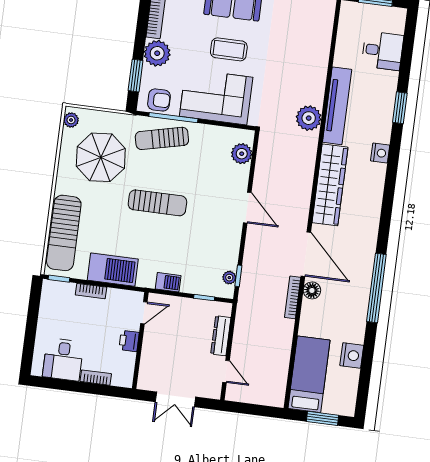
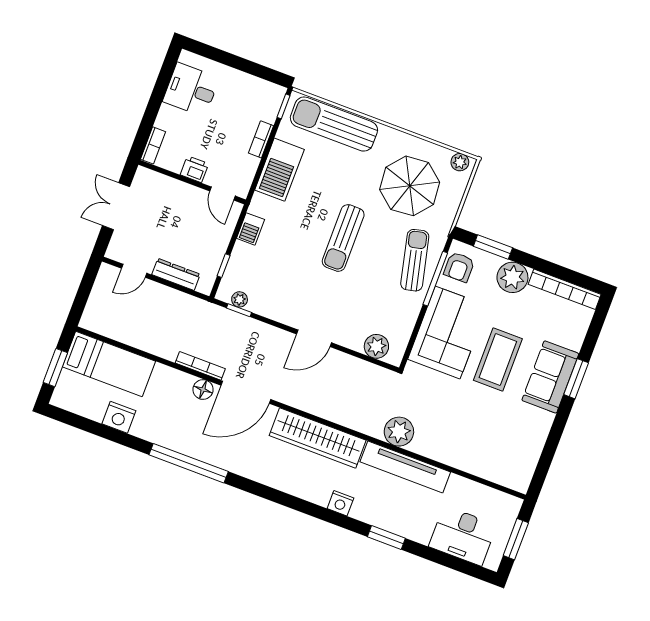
coffee table: (229, 49) -> (498, 359), width x1.36, depth x1.32
desk: (382, 51) -> (463, 536), width x1.37
bookcase: (96, 378) -> (153, 145), moved

